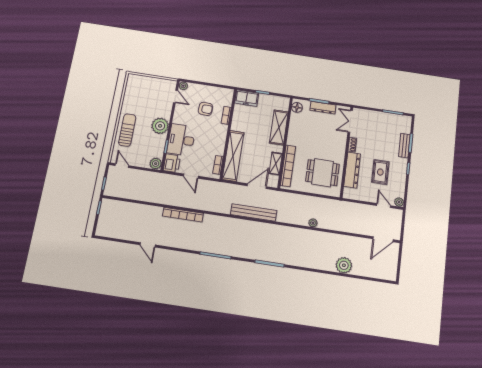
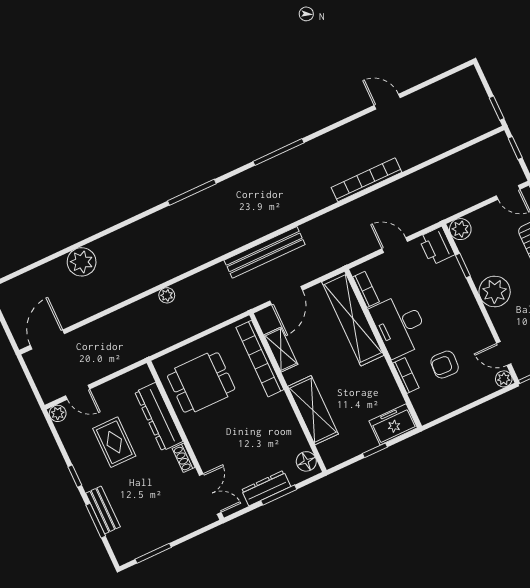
desk: (181, 140) -> (400, 325), moved, turned 180

